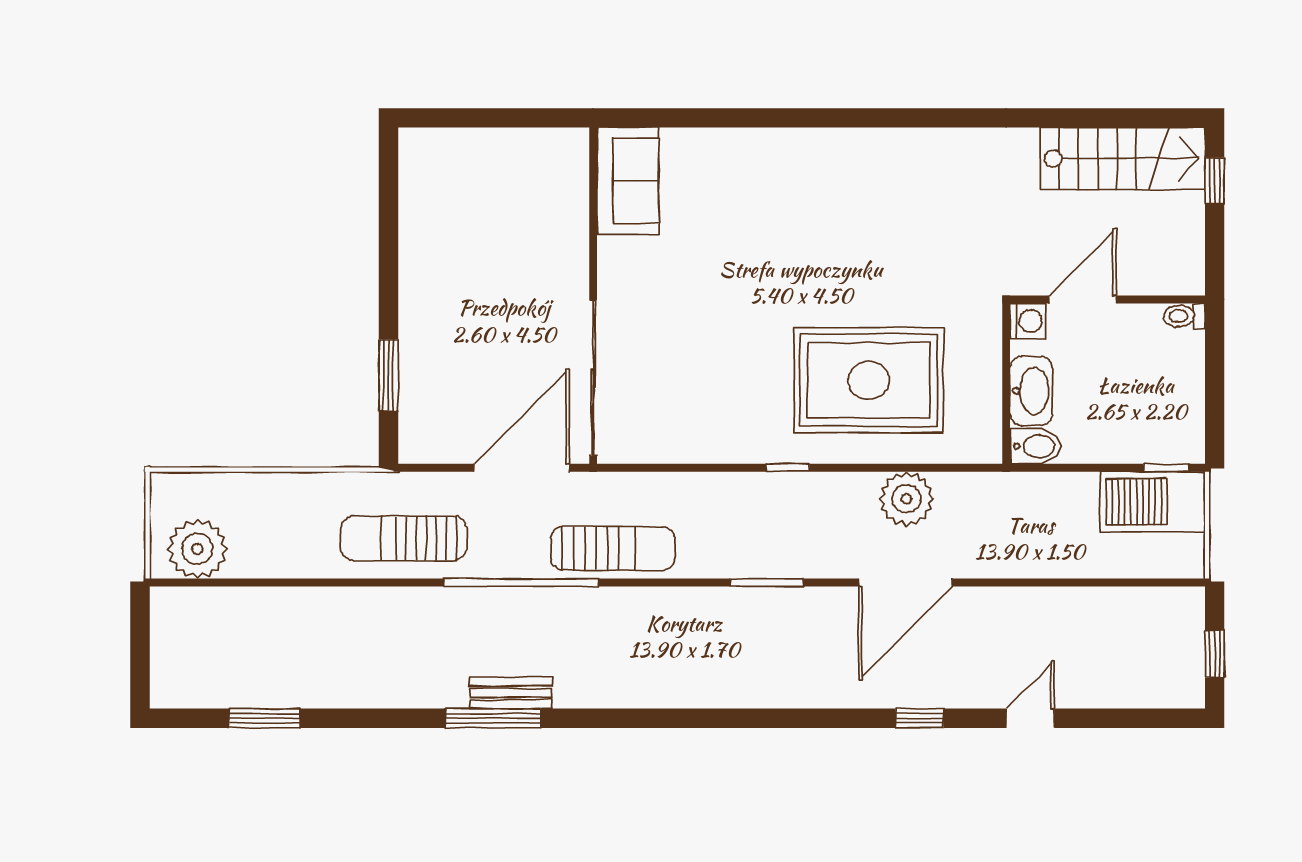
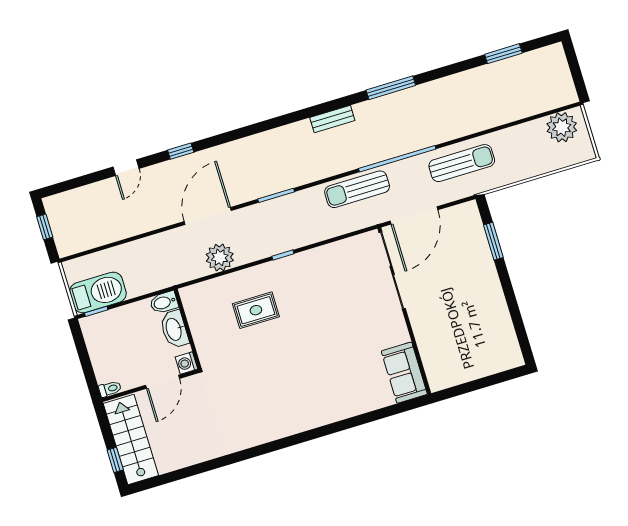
stairs: (1122, 159) -> (131, 440), moved, turned 90
rug: (869, 380) -> (256, 310), width x0.54, depth x0.49
bench: (511, 693) -> (332, 119), moved

